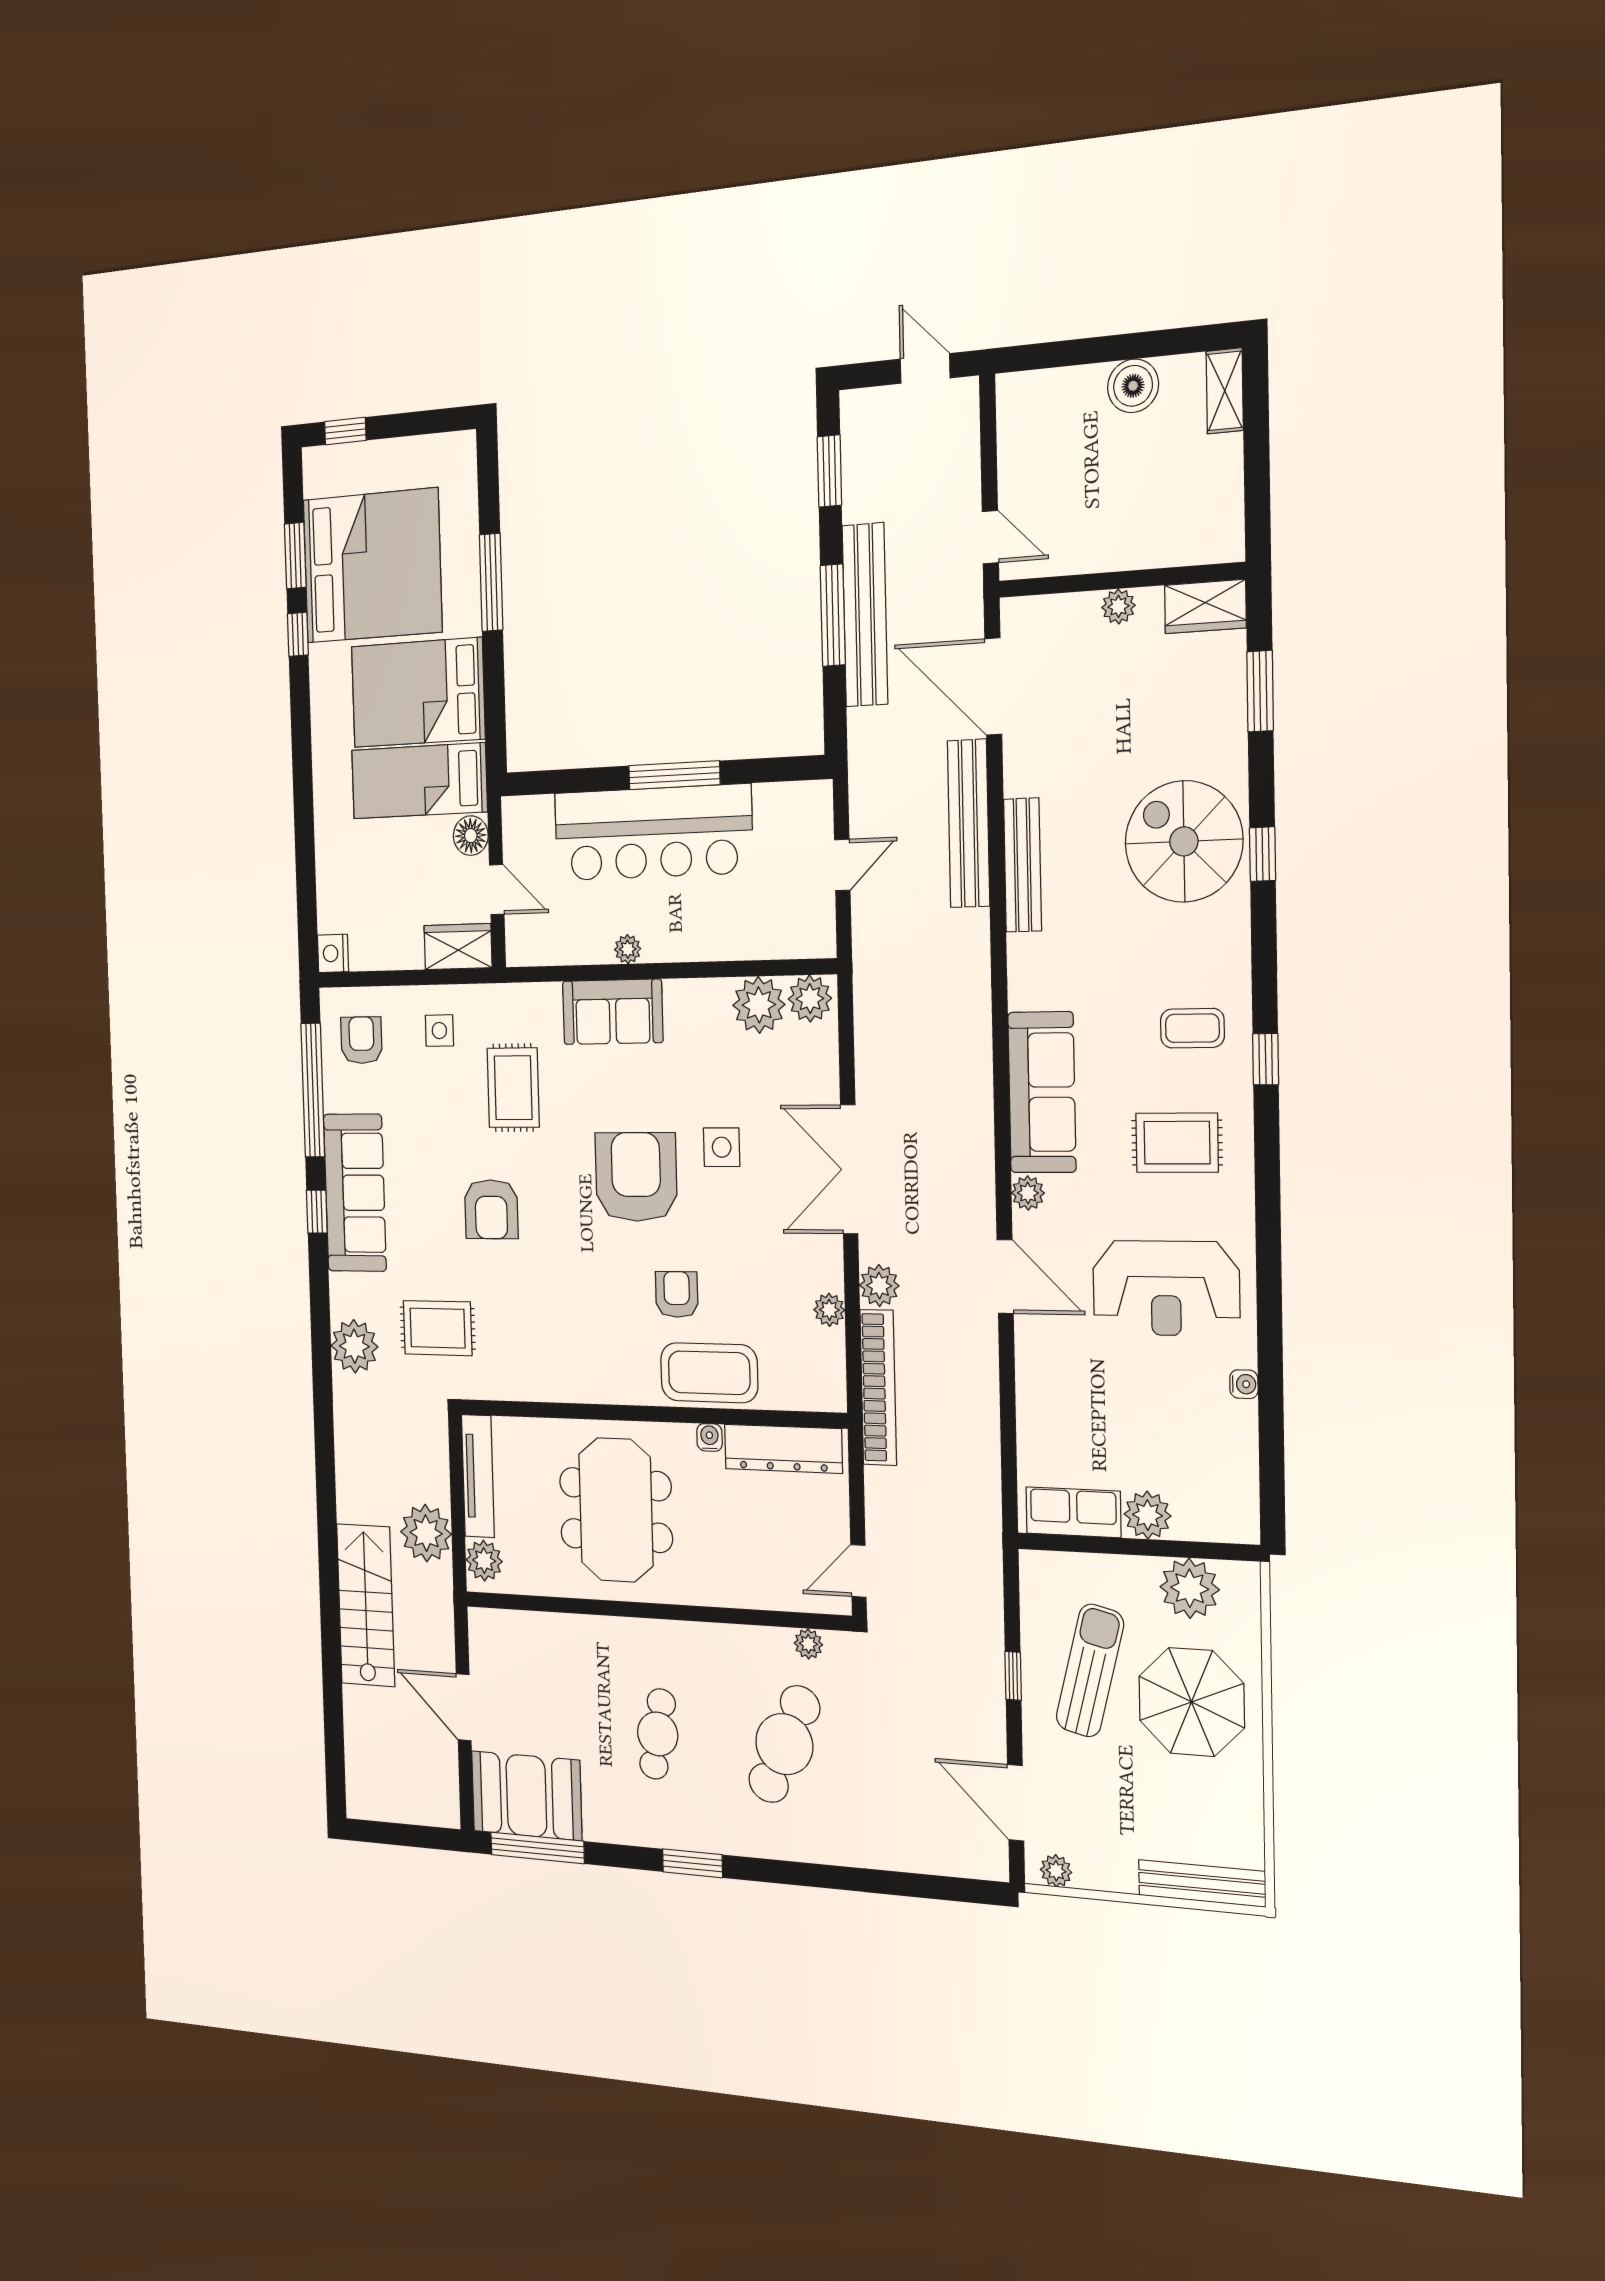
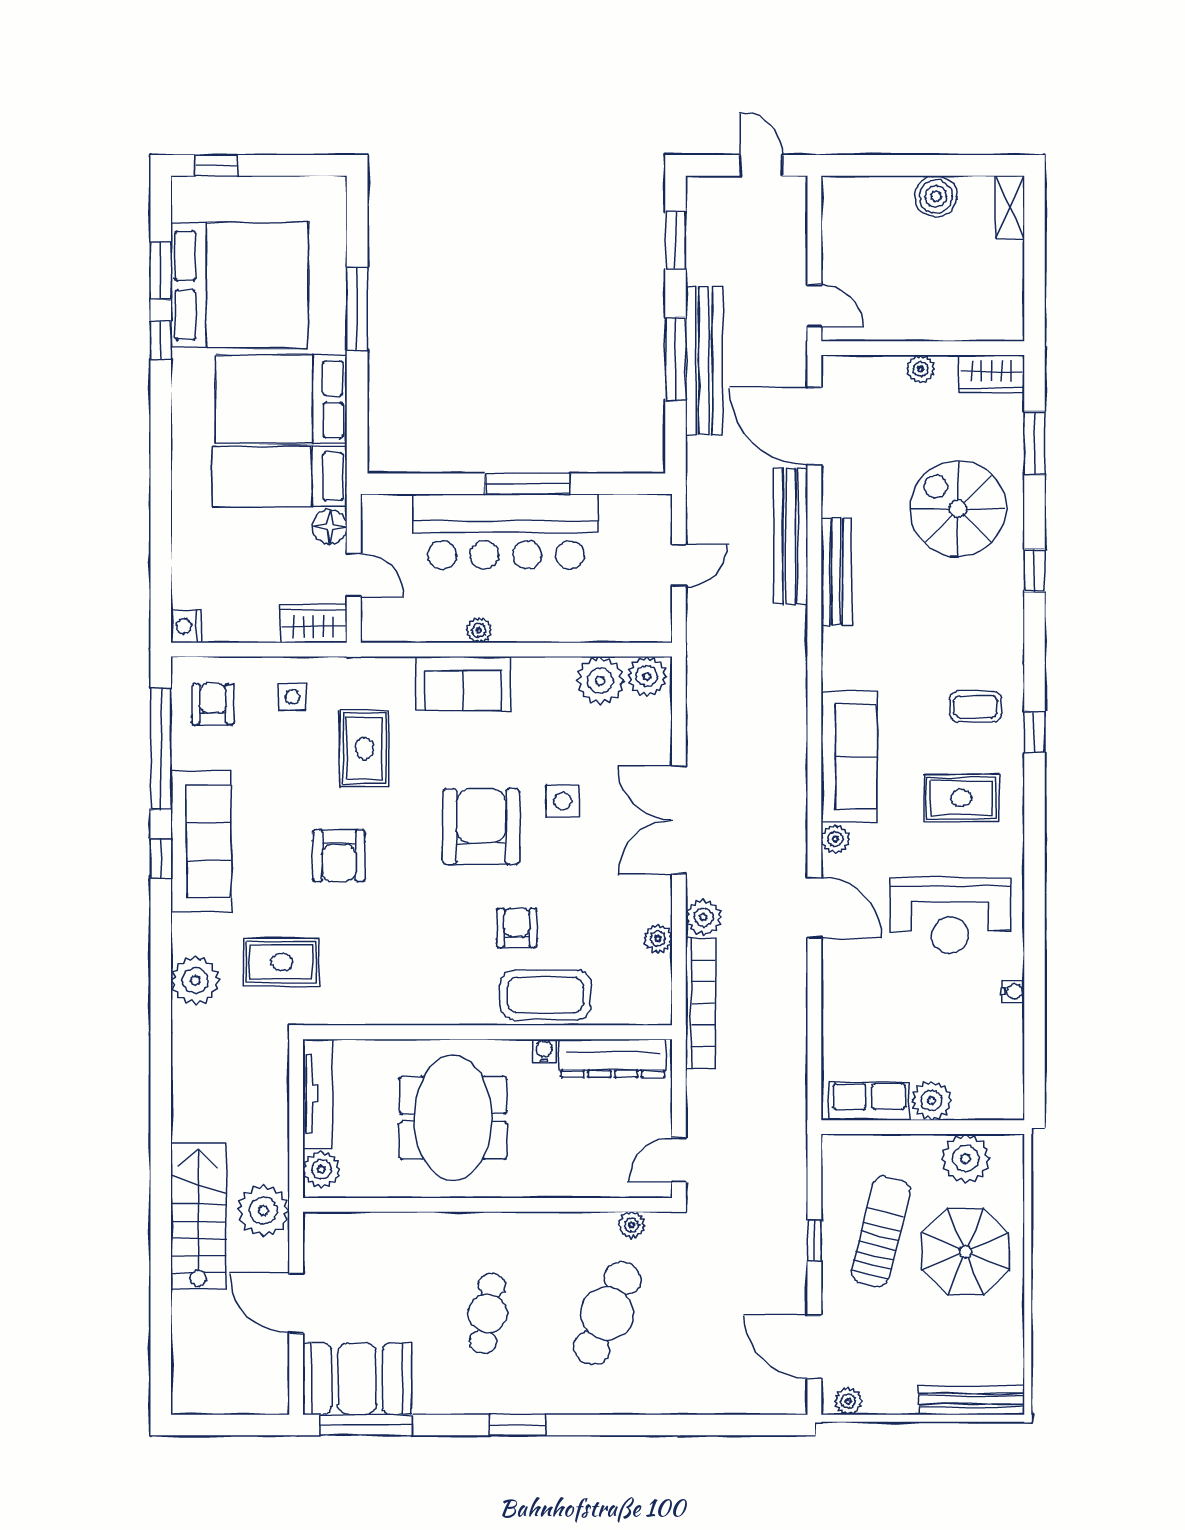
spiral stairs: (1184, 841) -> (958, 509), moved
plant: (426, 1533) -> (263, 1210), moved

